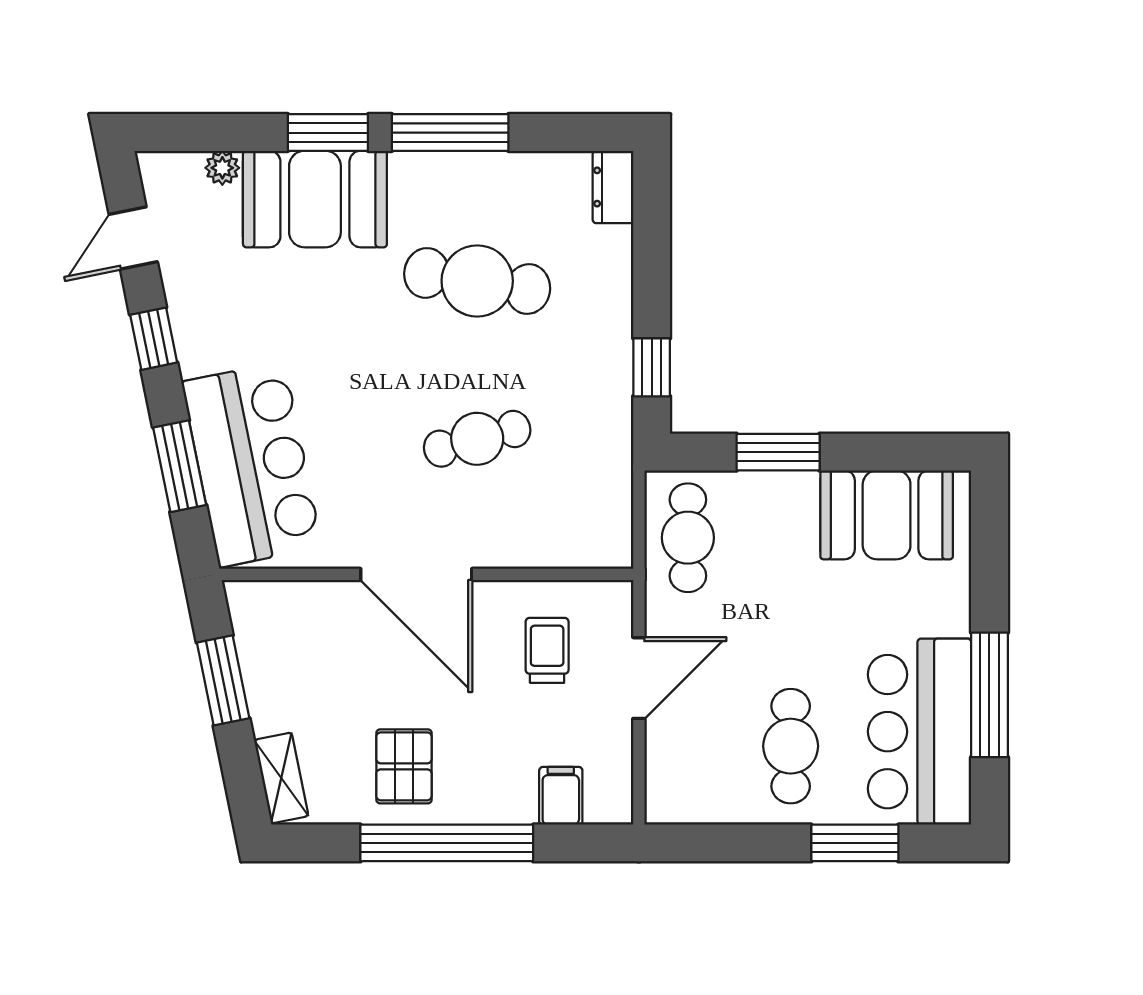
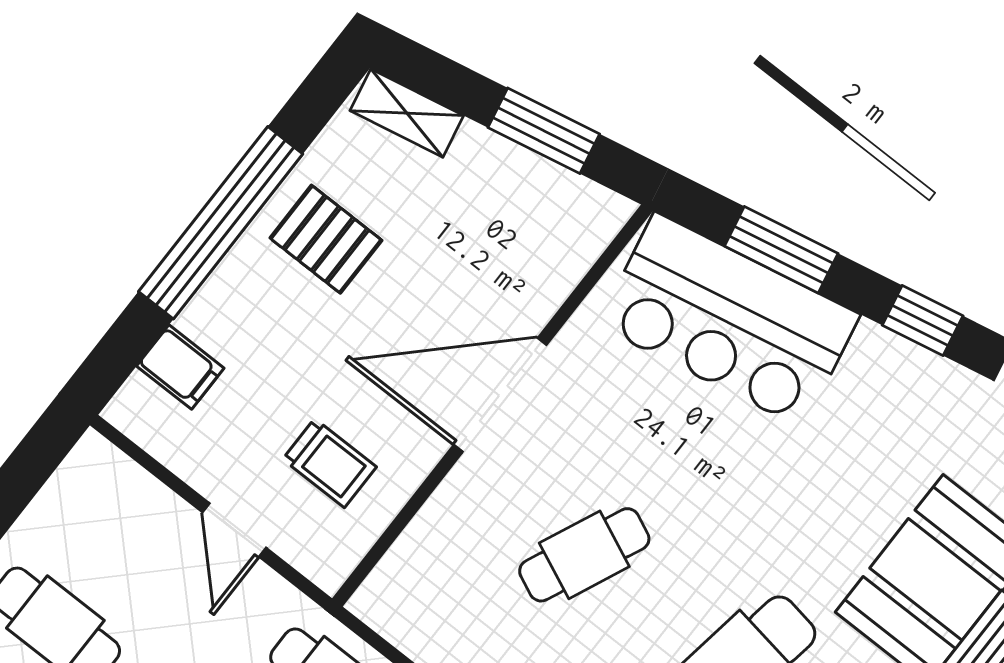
cafe table: (477, 439) -> (584, 555), turned 39
door: (639, 678) -> (234, 530), width x0.73

